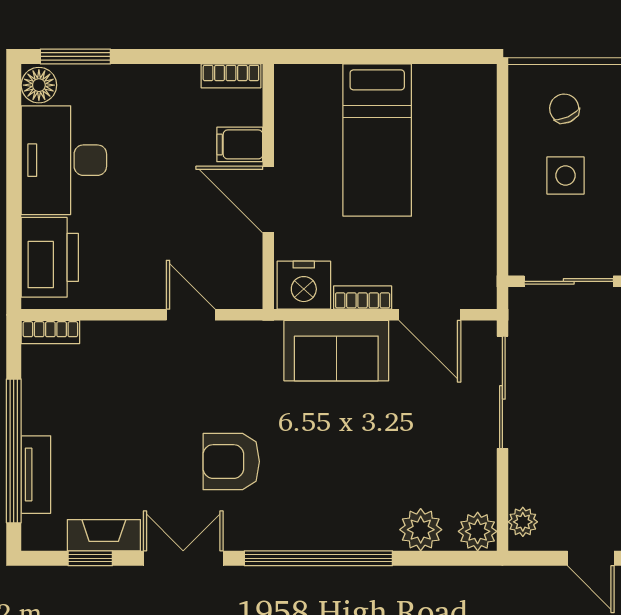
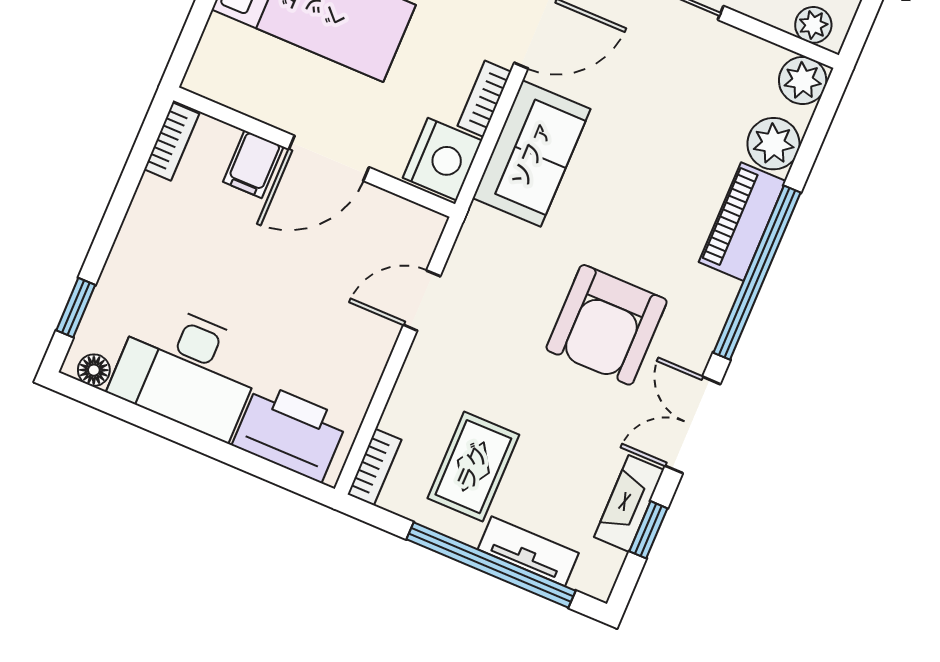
window: (75, 56) -> (76, 308), width x0.67
floor lamp: (39, 85) -> (94, 370), width x0.73, depth x0.73
rug: (82, 406) -> (473, 467), added
armchair: (231, 462) -> (607, 325), width x1.36, depth x1.36
piano: (352, 531) -> (742, 222), added

